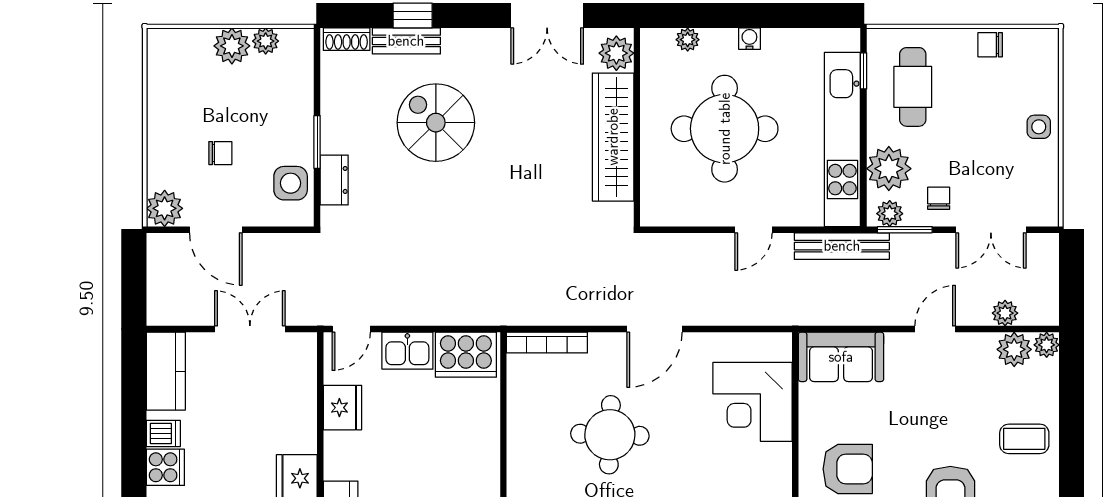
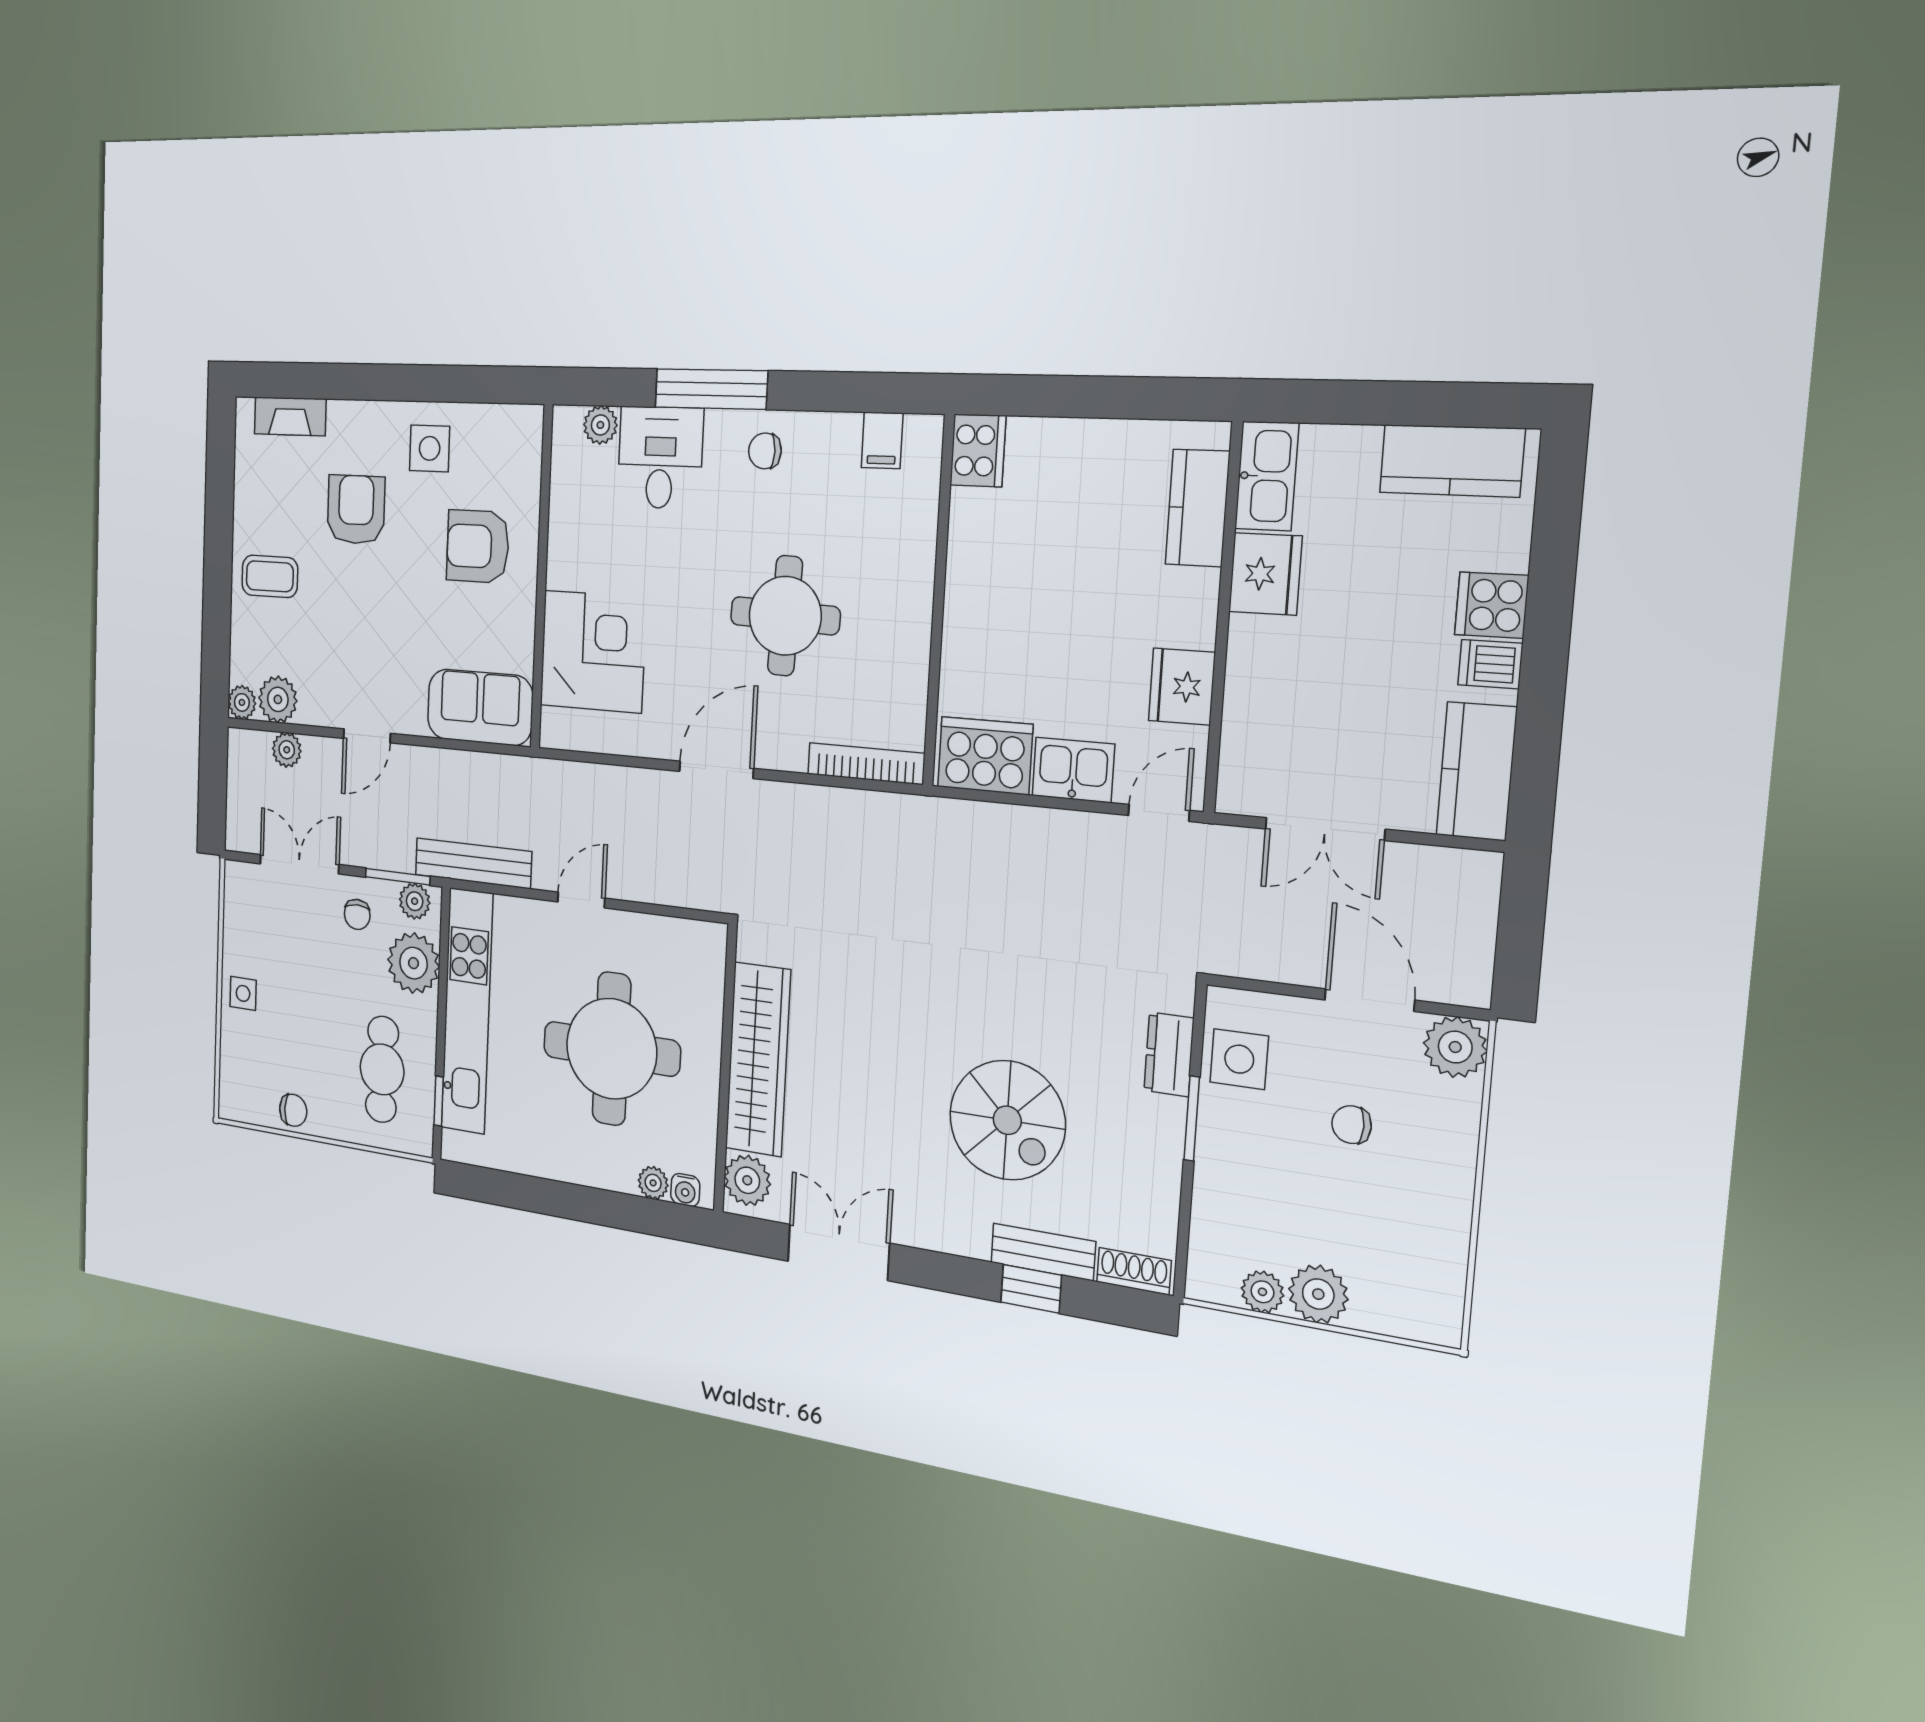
water cooler: (749, 39) -> (685, 1190), moved

